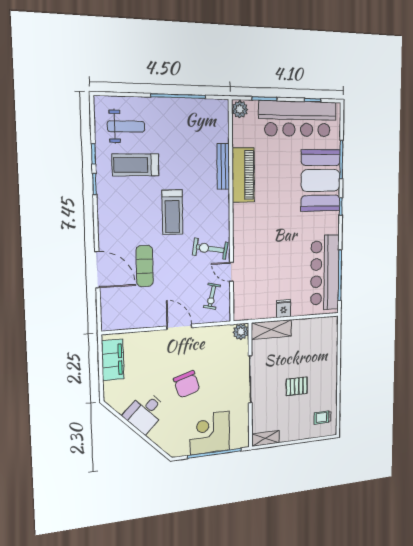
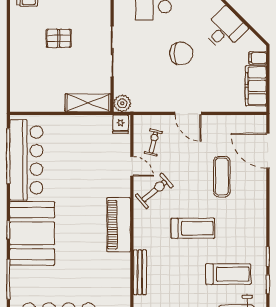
piano: (243, 175) -> (119, 225), moved
booth: (321, 180) -> (32, 233), moved
treadmill: (172, 212) -> (193, 228), turned 90
exercise bike: (210, 249) -> (154, 191), turned -50
door: (97, 270) -> (268, 151), moved
fridge: (283, 309) -> (121, 124), moved
chair: (187, 384) -> (181, 53), turned 107
filing cabinet: (112, 388) -> (258, 58), added

